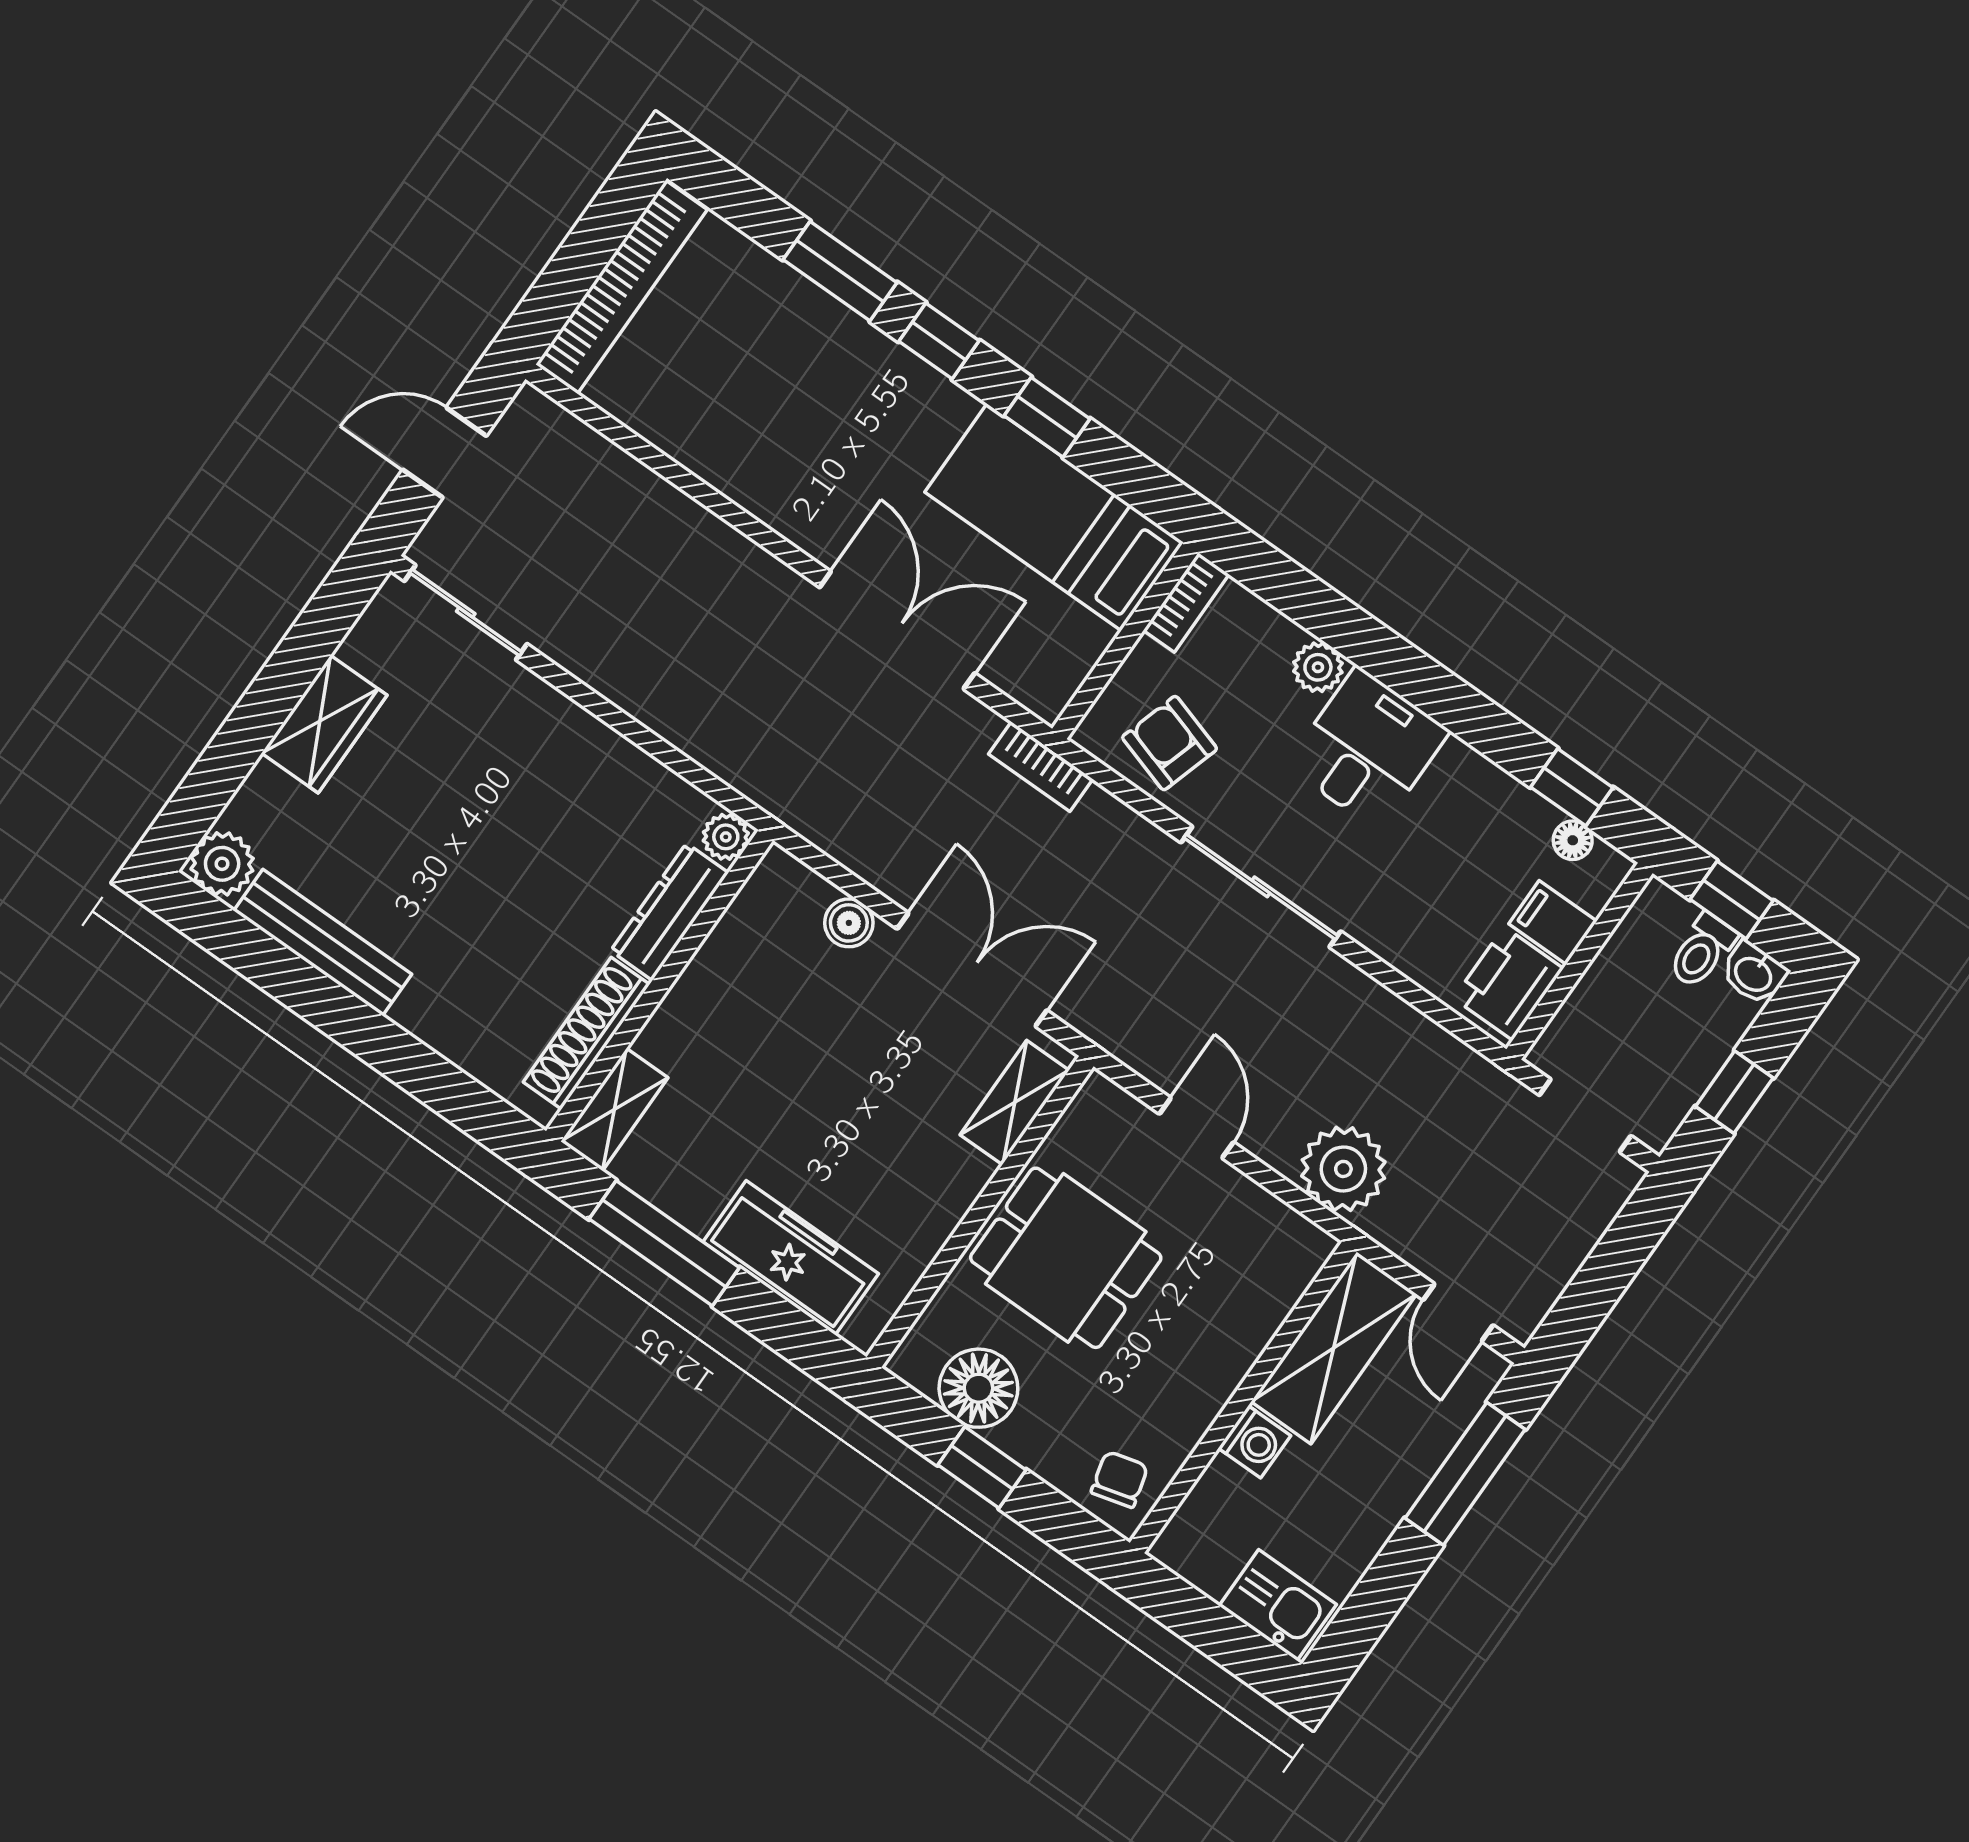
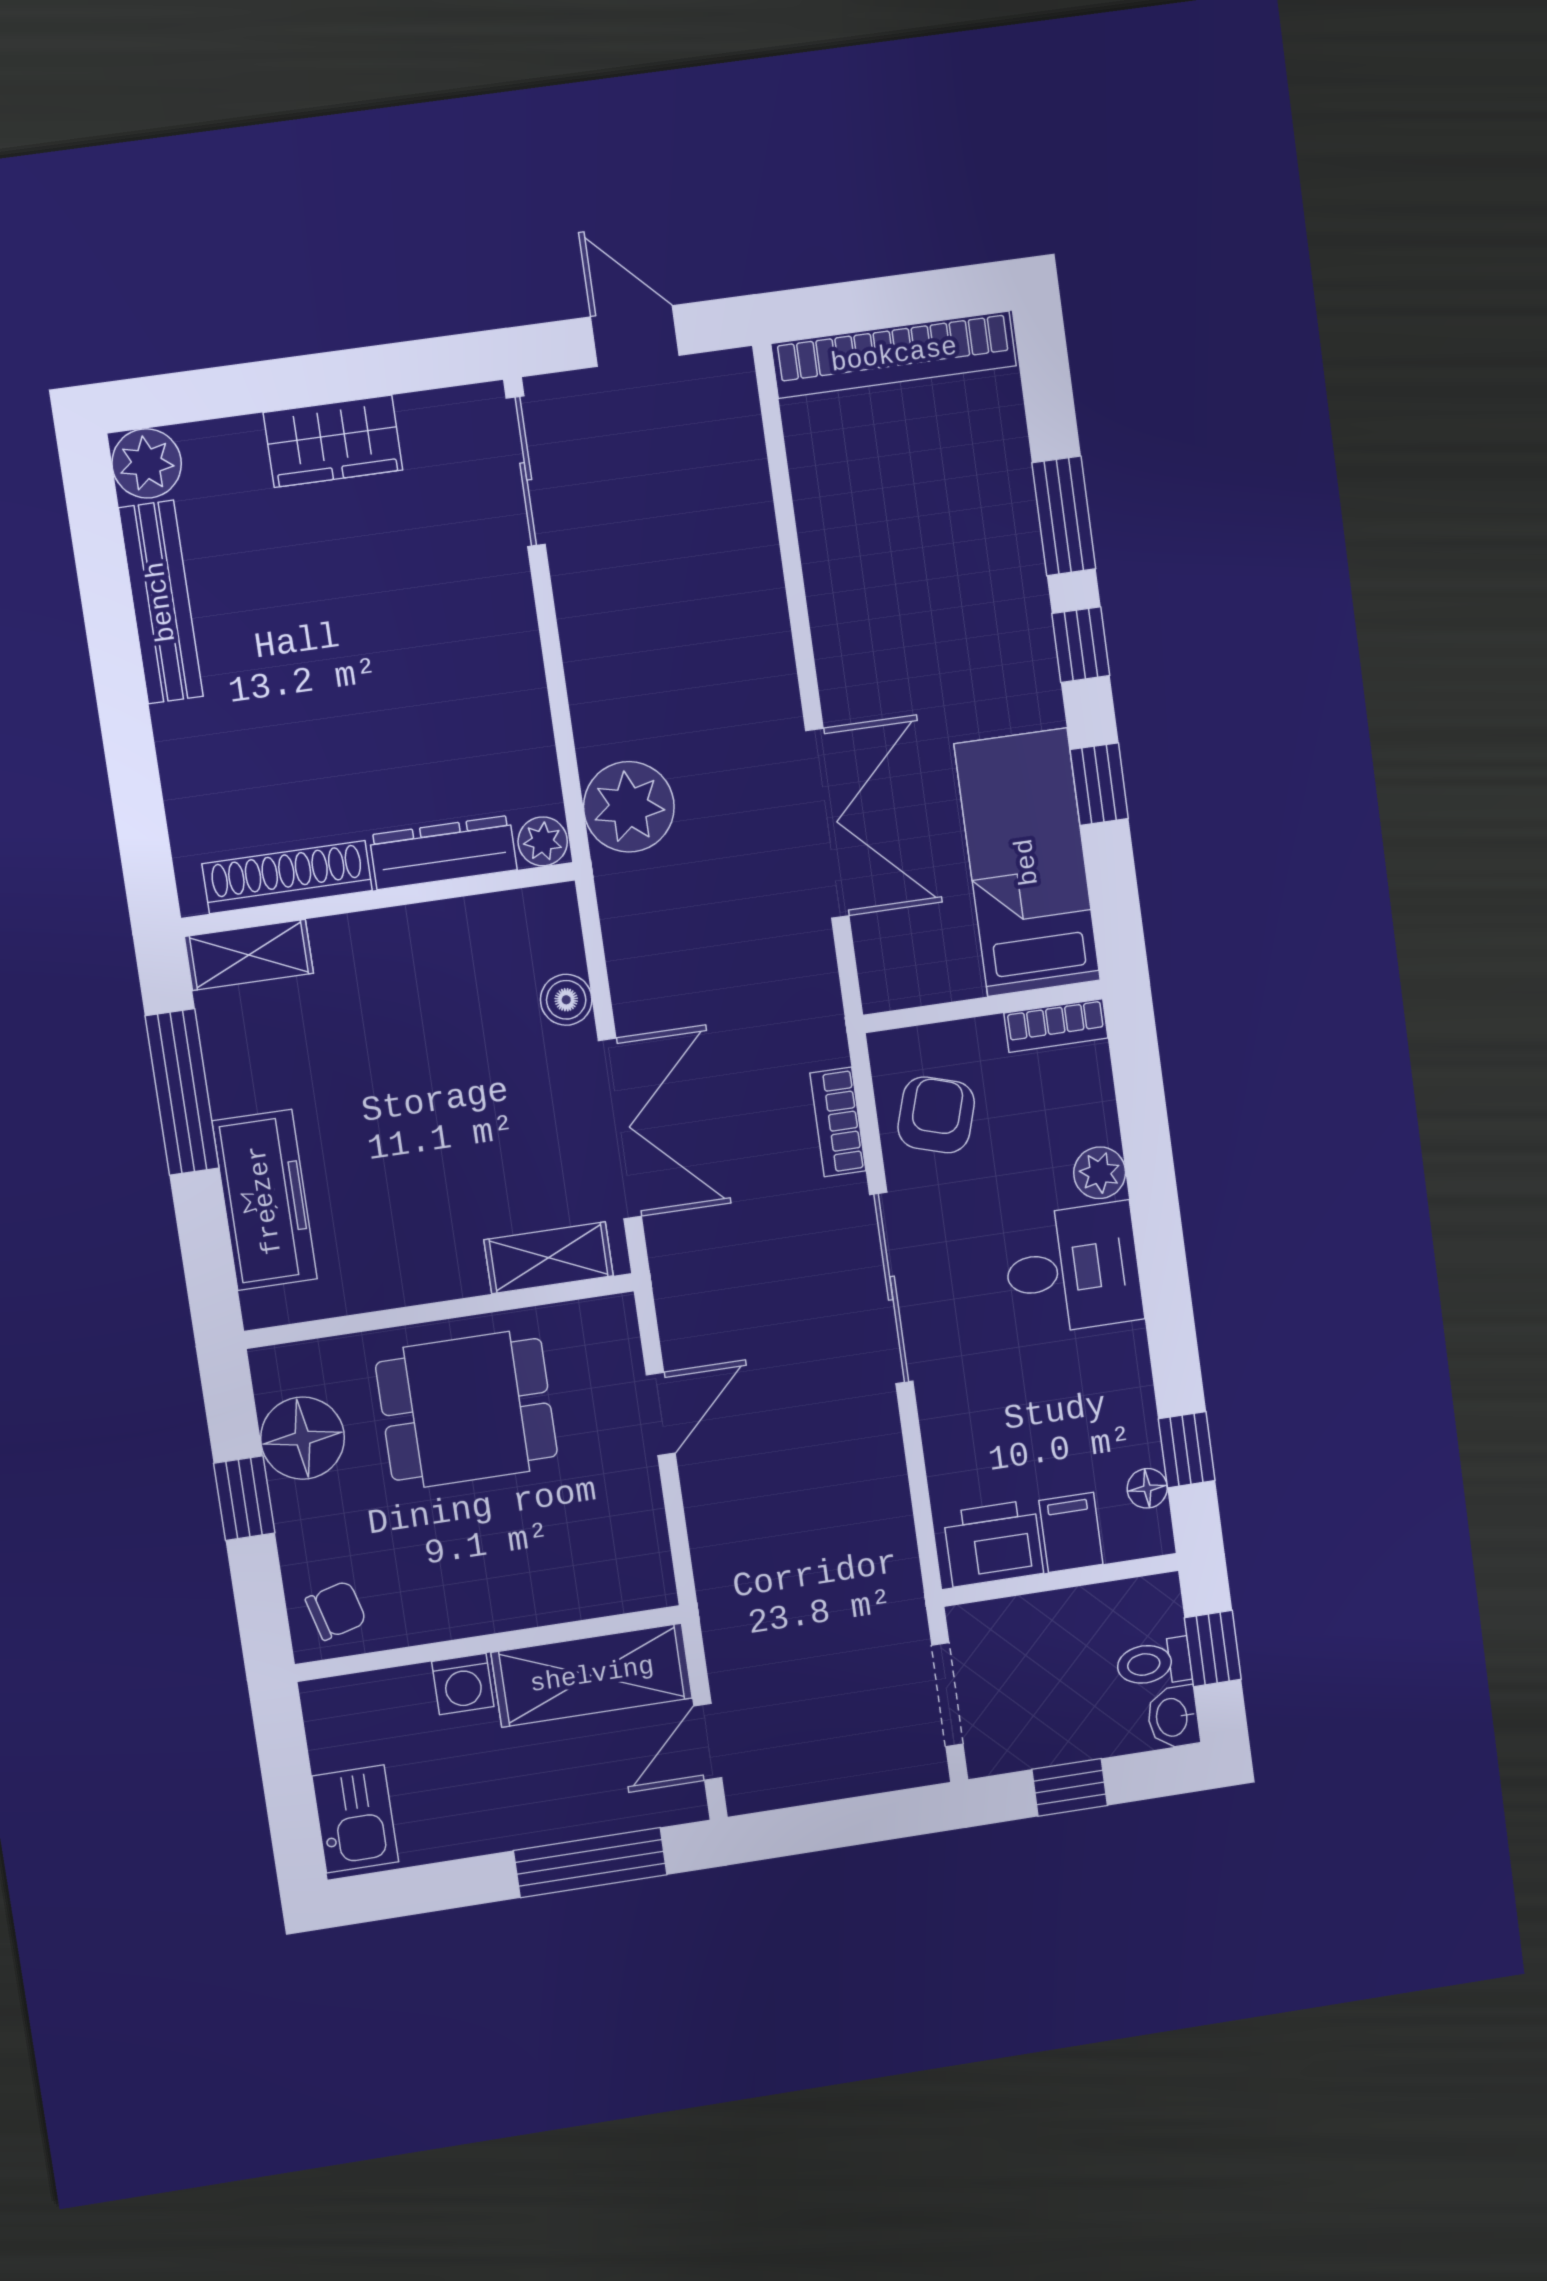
bookcase: (1041, 767) -> (838, 1122), moved
plant: (1343, 1169) -> (629, 807), moved
dining table: (1066, 1258) -> (467, 1409), turned 90

